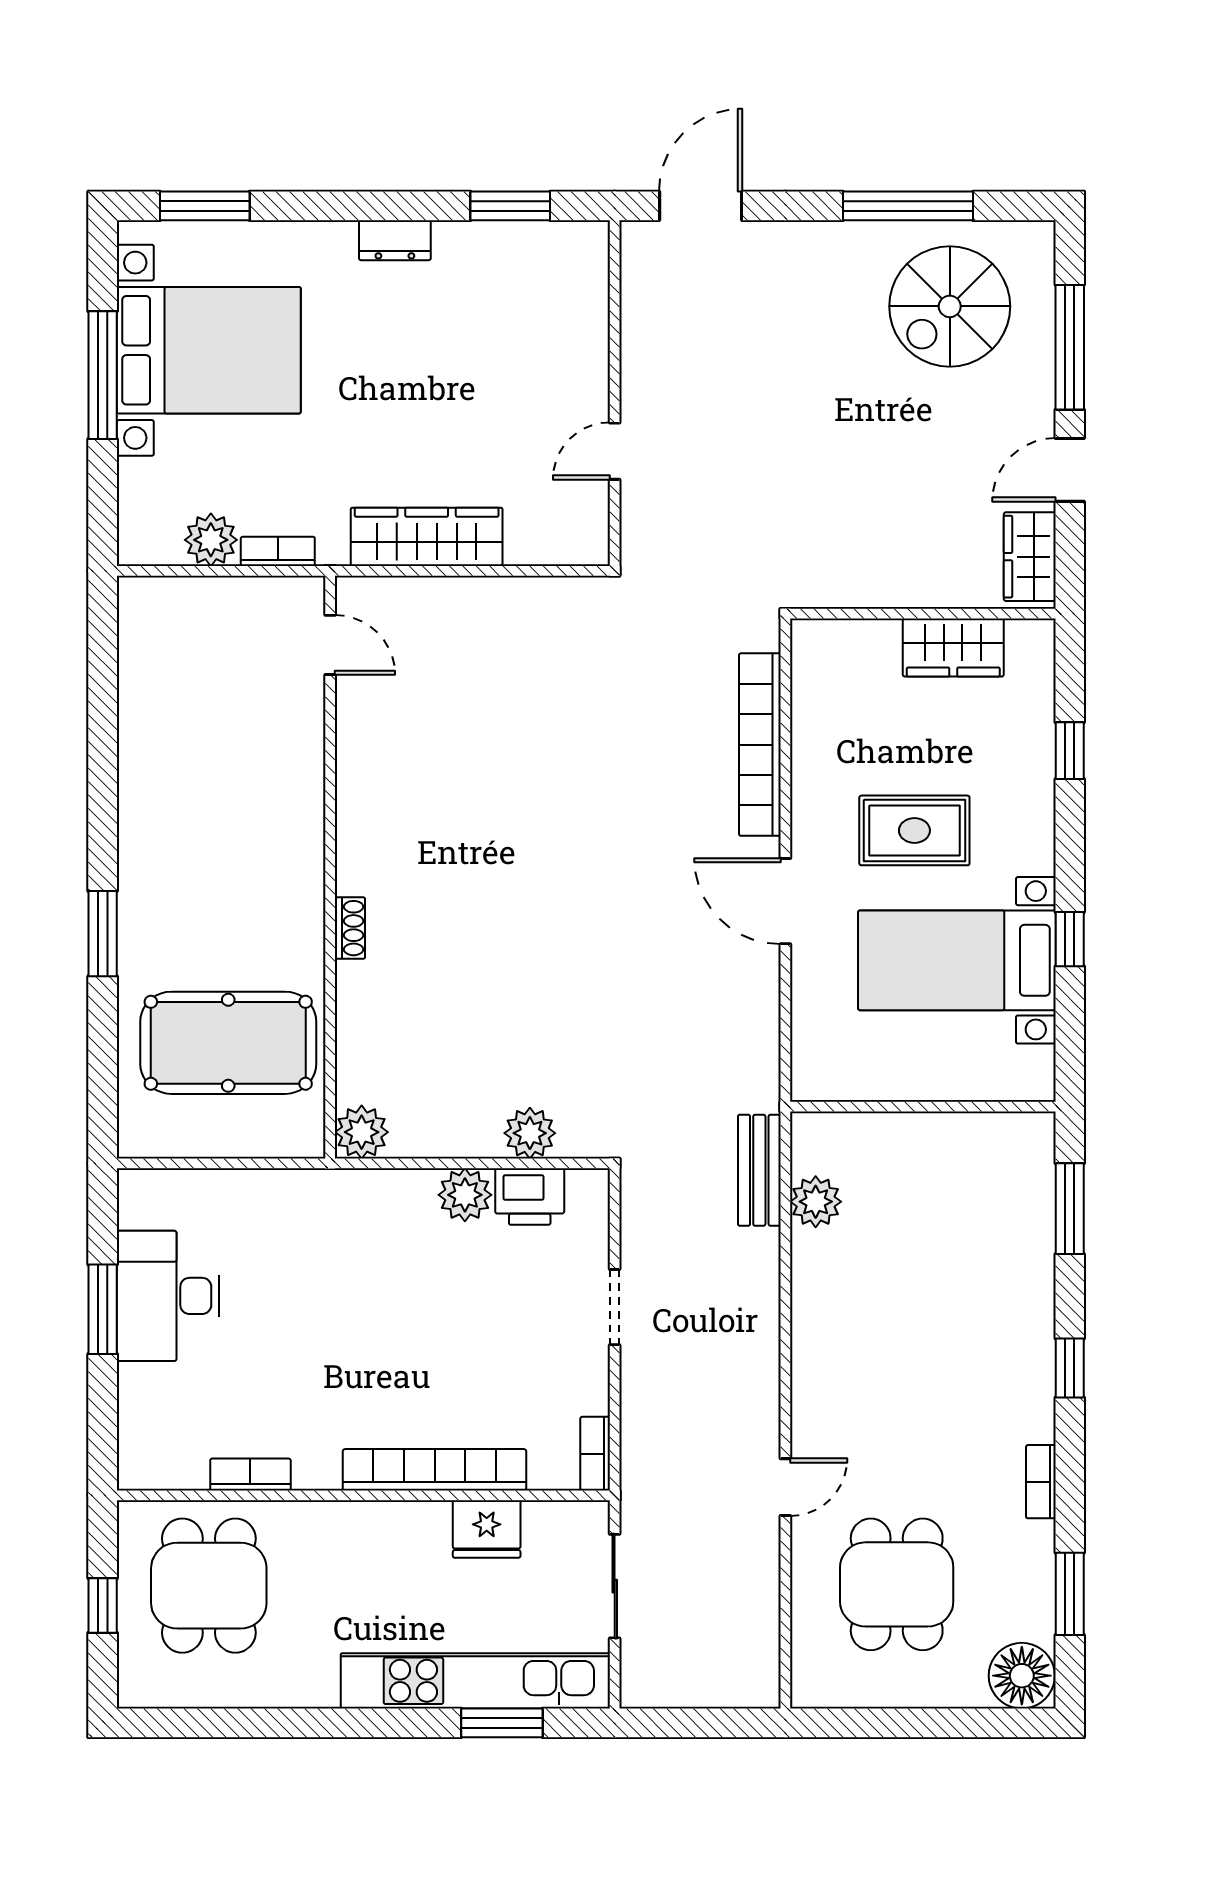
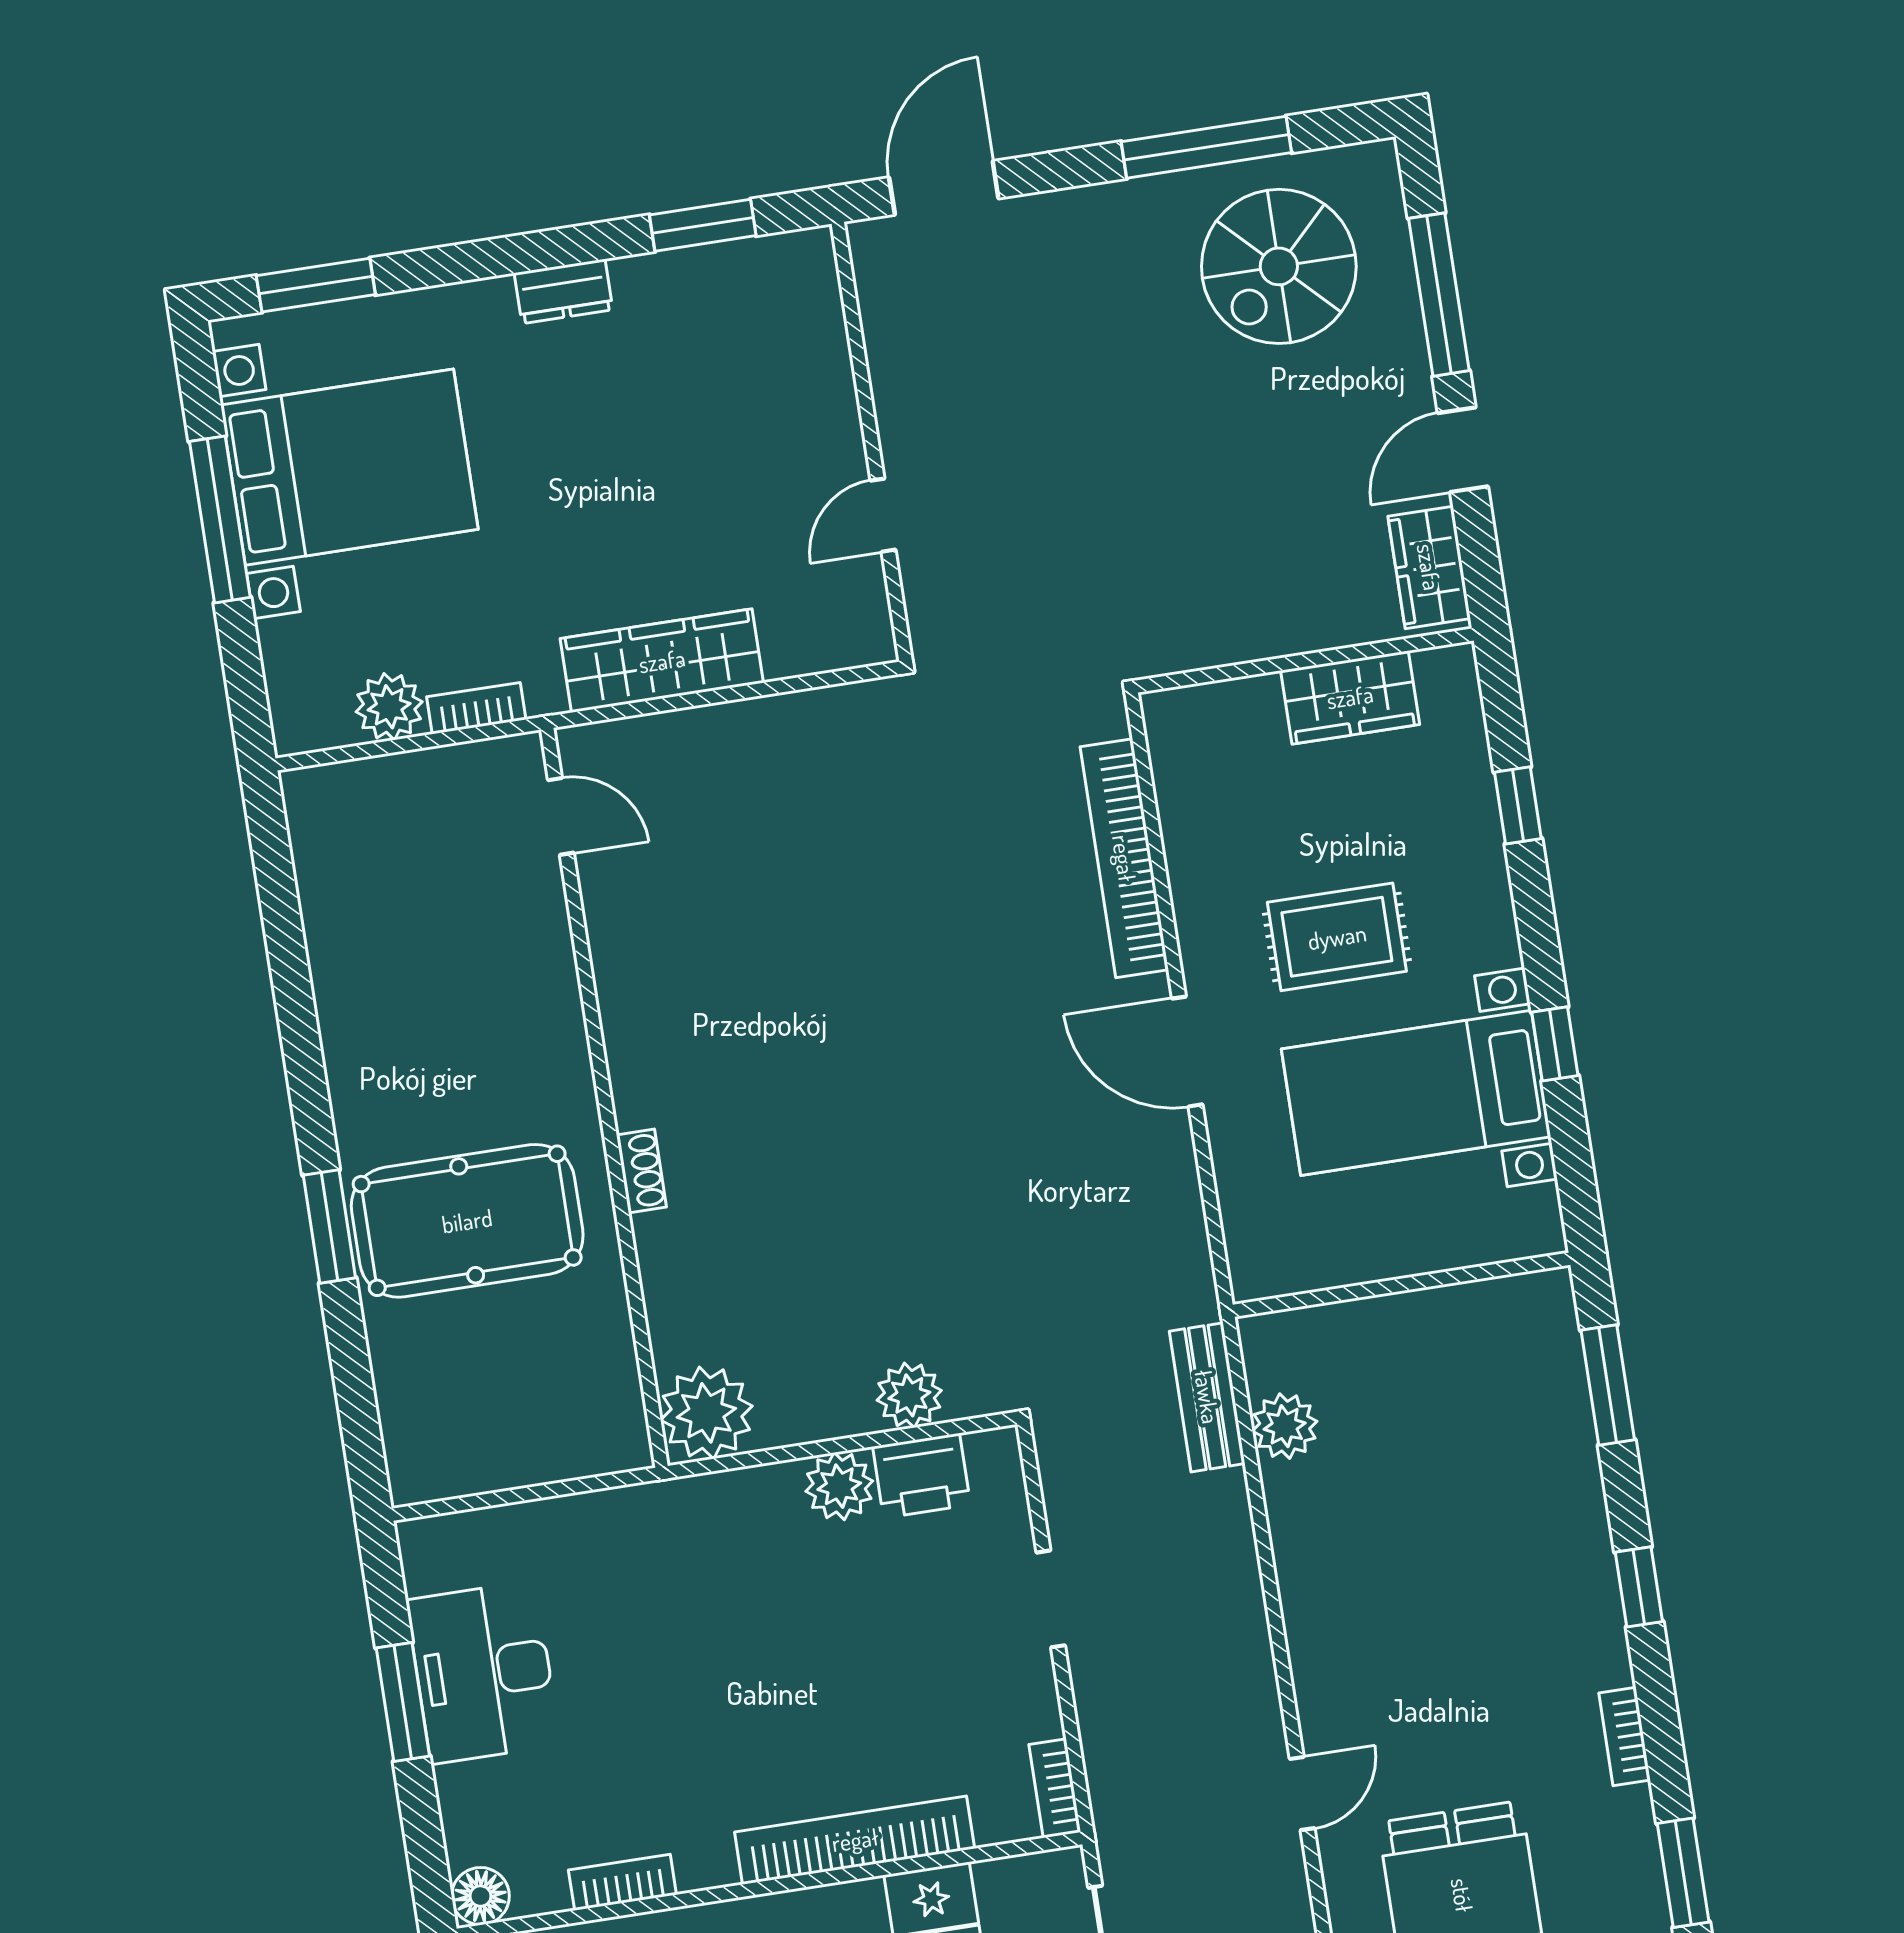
pool table: (228, 1043) -> (467, 1221), moved
plant: (362, 1132) -> (706, 1413), width x1.36, depth x1.36
floor lamp: (139, 1468) -> (480, 1896), added

